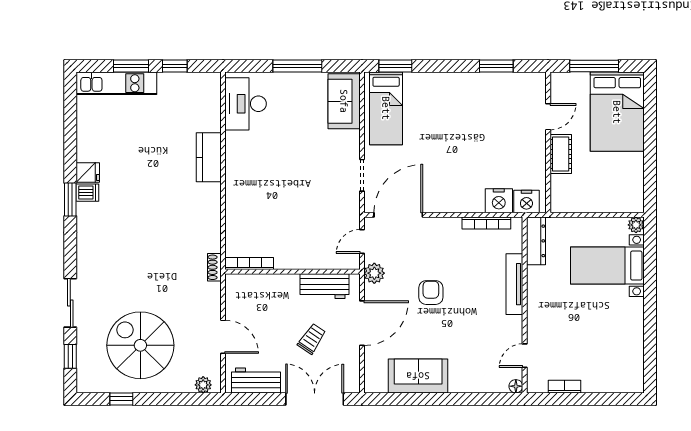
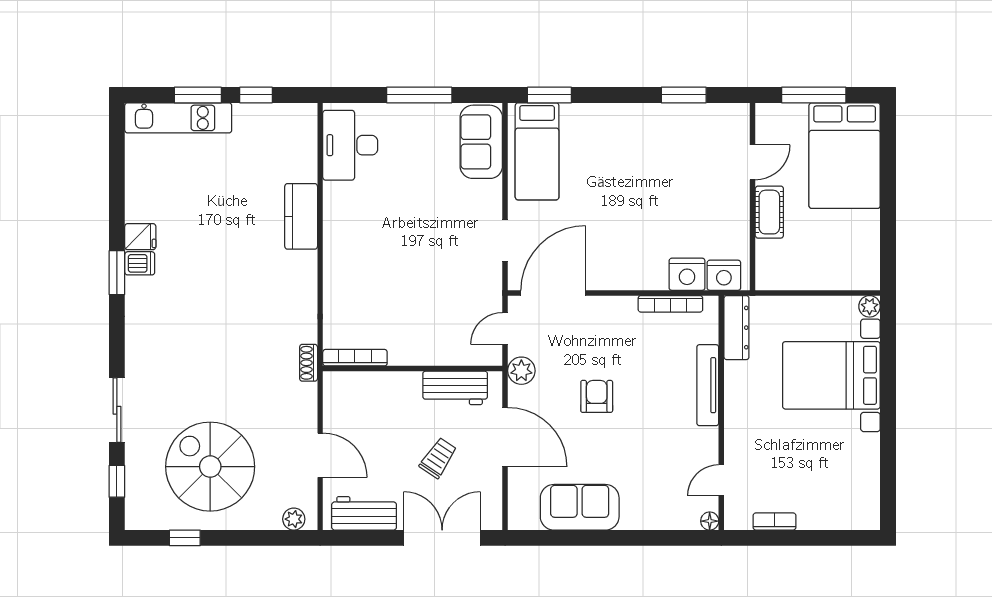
bed with nightstands: (607, 266) -> (831, 375), width x1.36
door: (362, 323) -> (505, 437), hinge flipped

